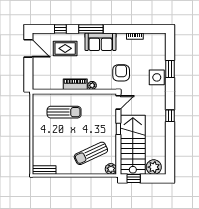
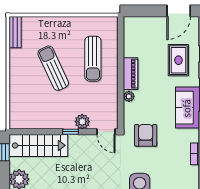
armchair: (121, 73) -> (146, 135), turned -90
stairs: (133, 145) -> (38, 145), width x0.73, depth x0.66
sun lounger: (91, 153) -> (53, 68), moved
plant: (111, 169) -> (82, 122), moved

